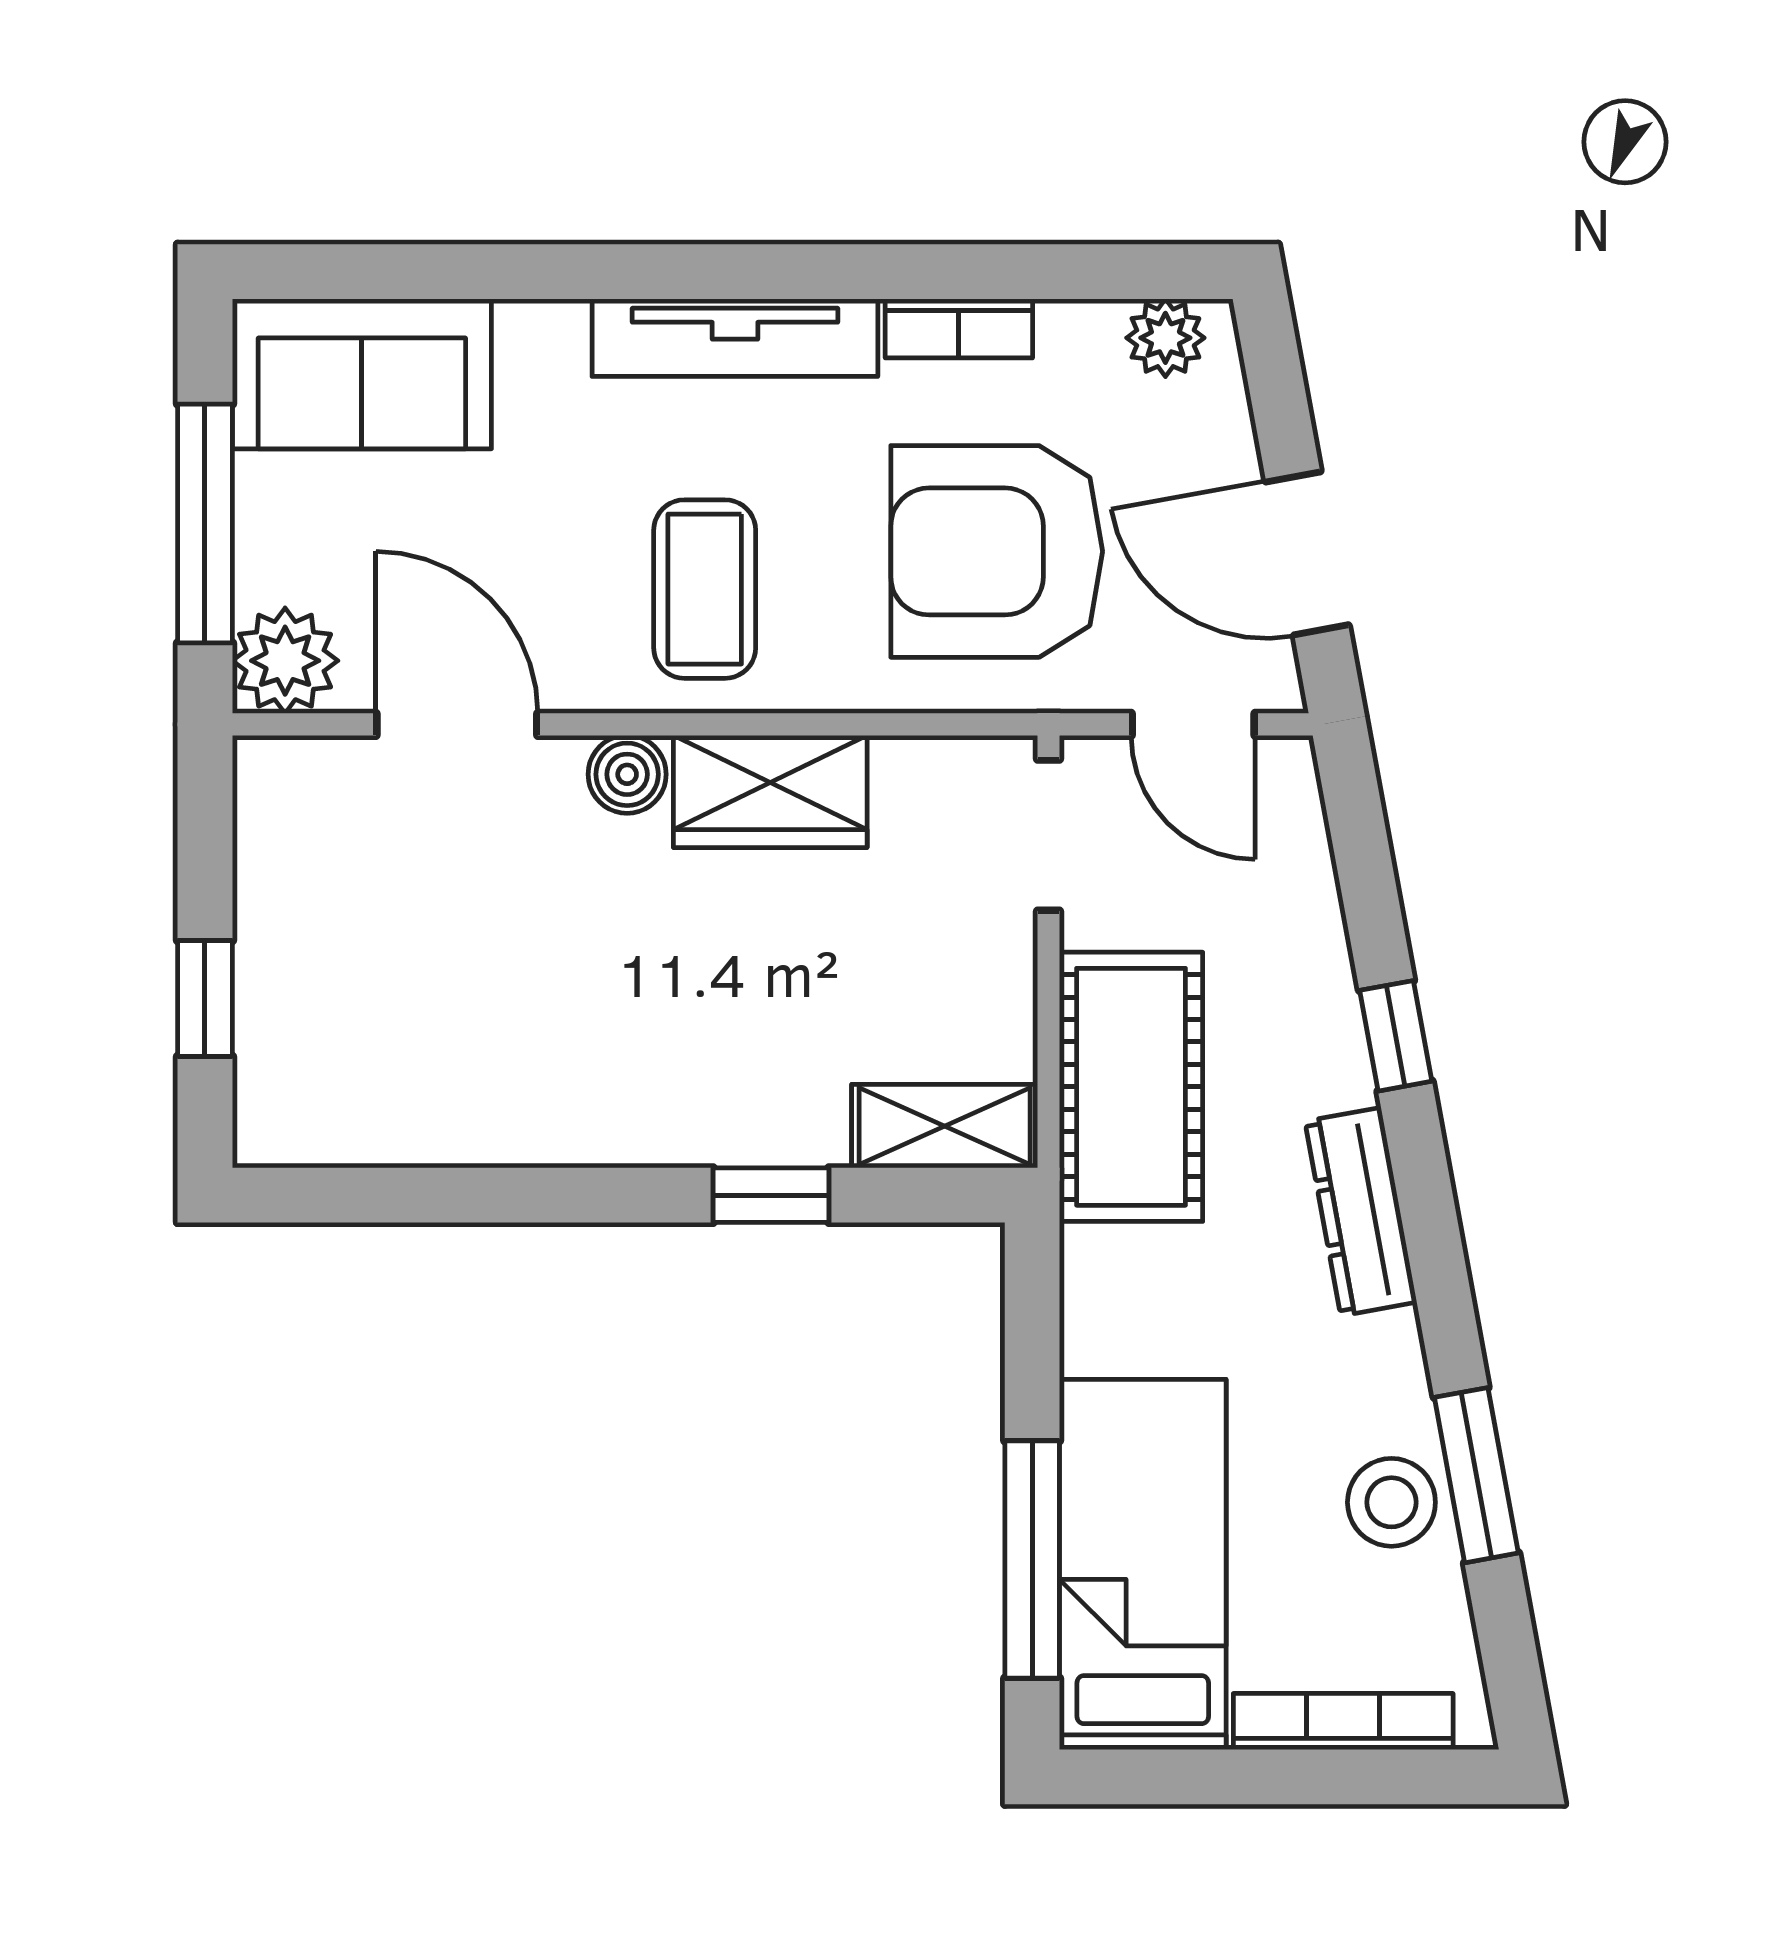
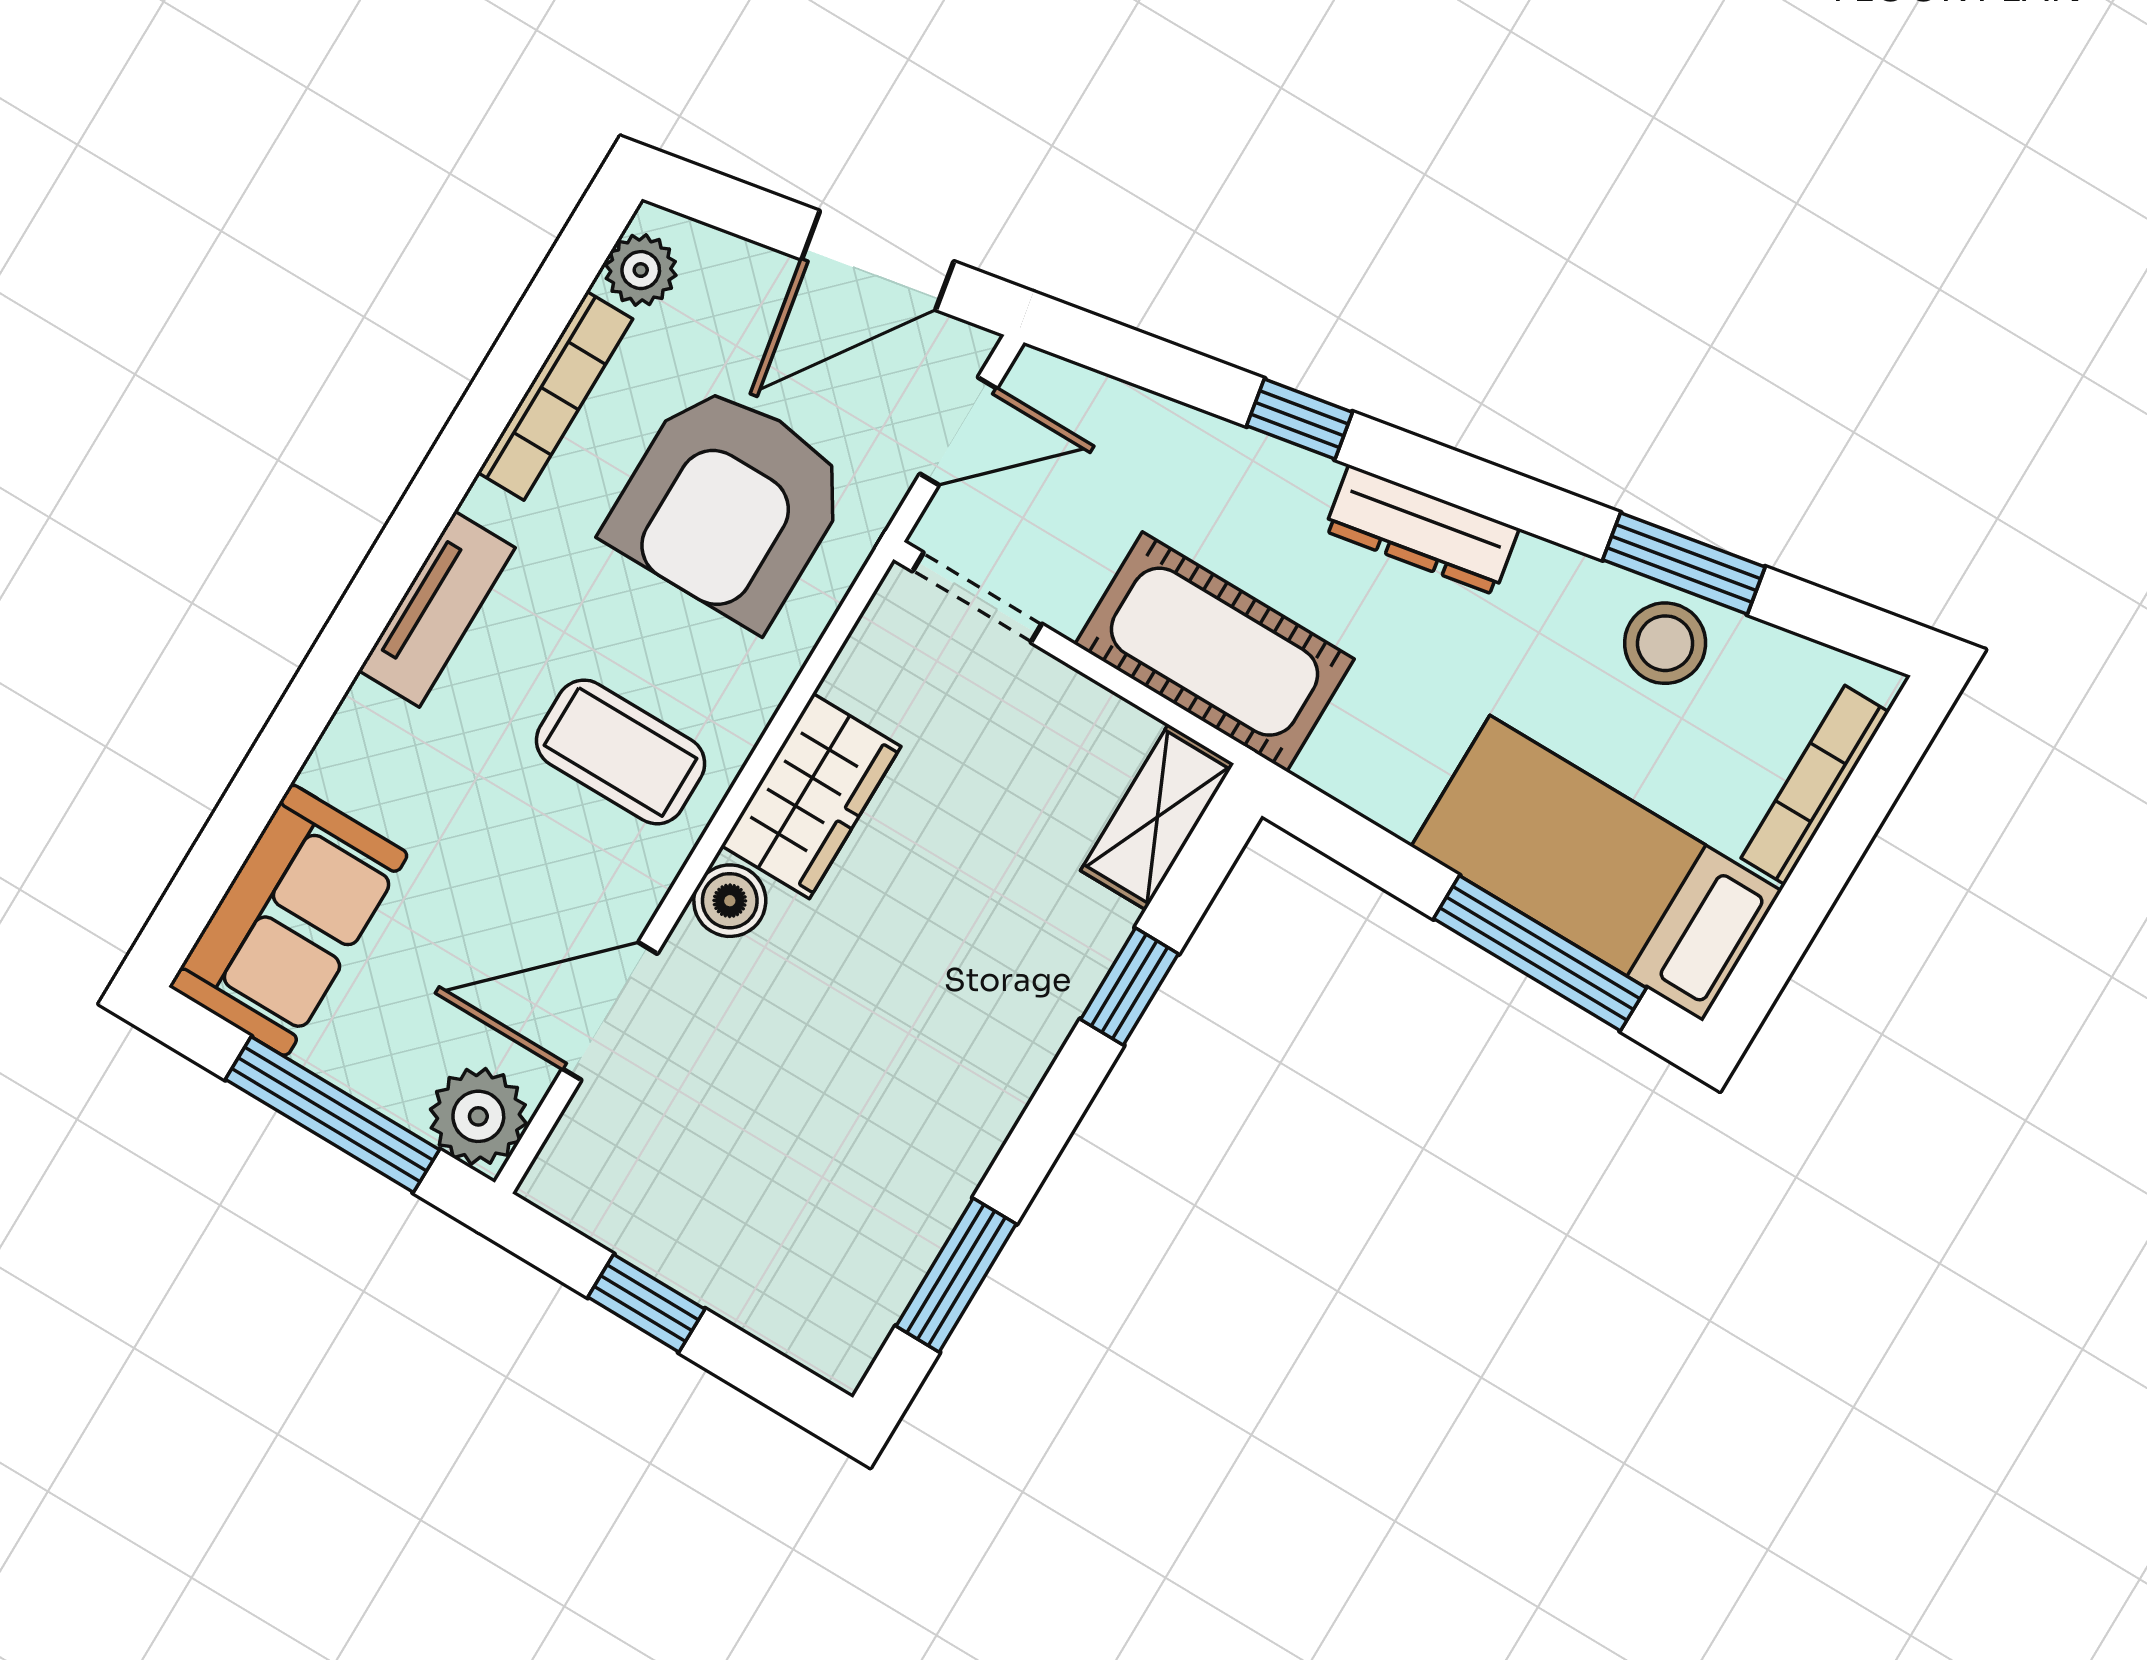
bookcase: (959, 328) -> (555, 396), width x1.56
tv unit: (735, 338) -> (437, 609), width x0.71
window: (205, 998) -> (646, 1303), moved
window: (405, 1195) -> (956, 1275), added

